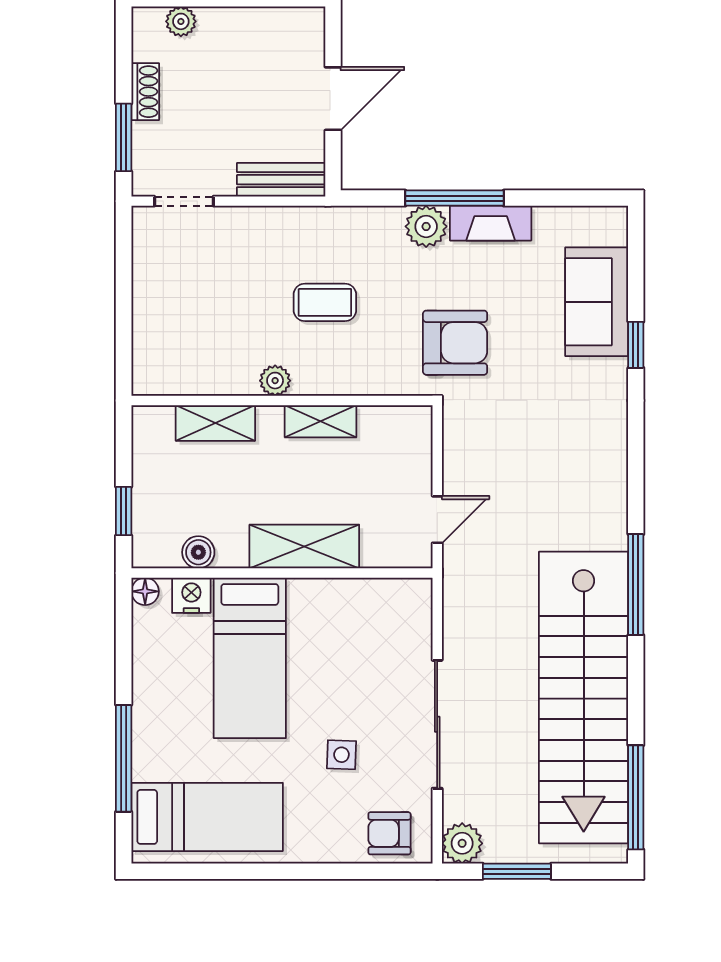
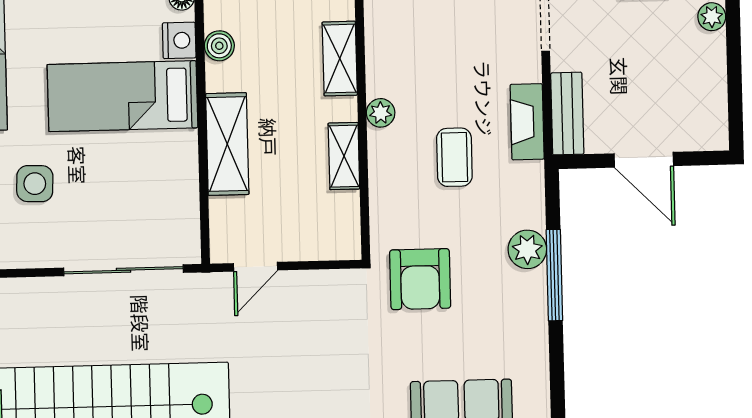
fireplace: (491, 223) -> (527, 122), moved
door: (437, 520) -> (255, 267), hinge flipped
sliding door: (437, 724) -> (123, 270), moved
side table: (341, 755) -> (35, 184), width x1.37, depth x1.37

